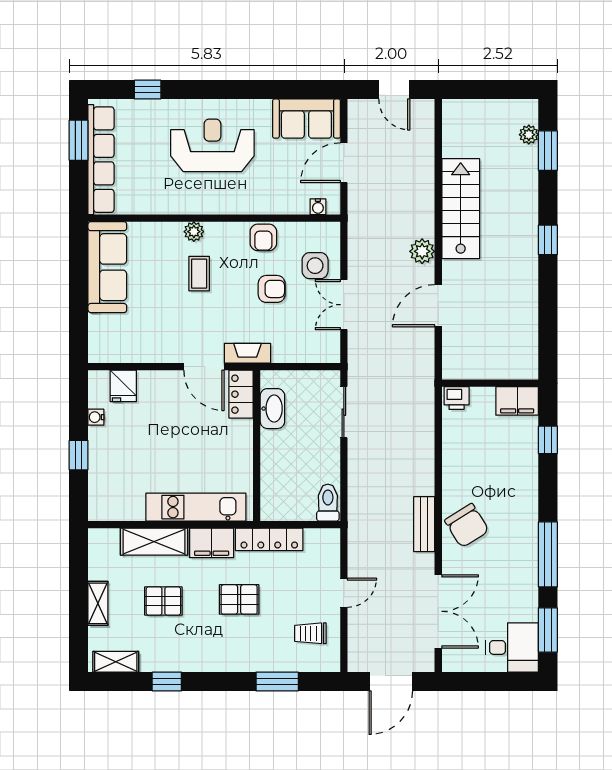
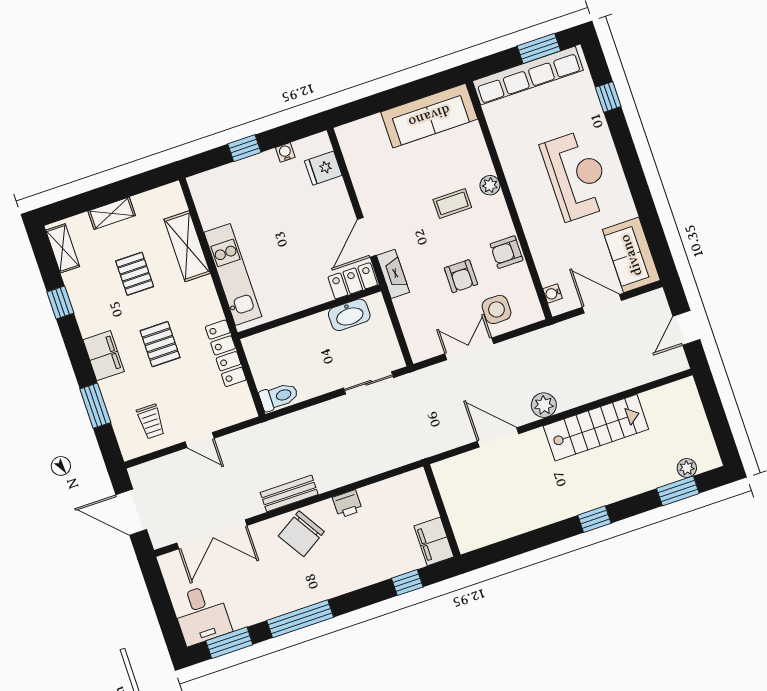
printer: (457, 398) -> (347, 504), moved, turned -90
filing cabinet: (212, 543) -> (104, 356), moved, turned 180
trolley: (310, 633) -> (151, 422), turned 180

